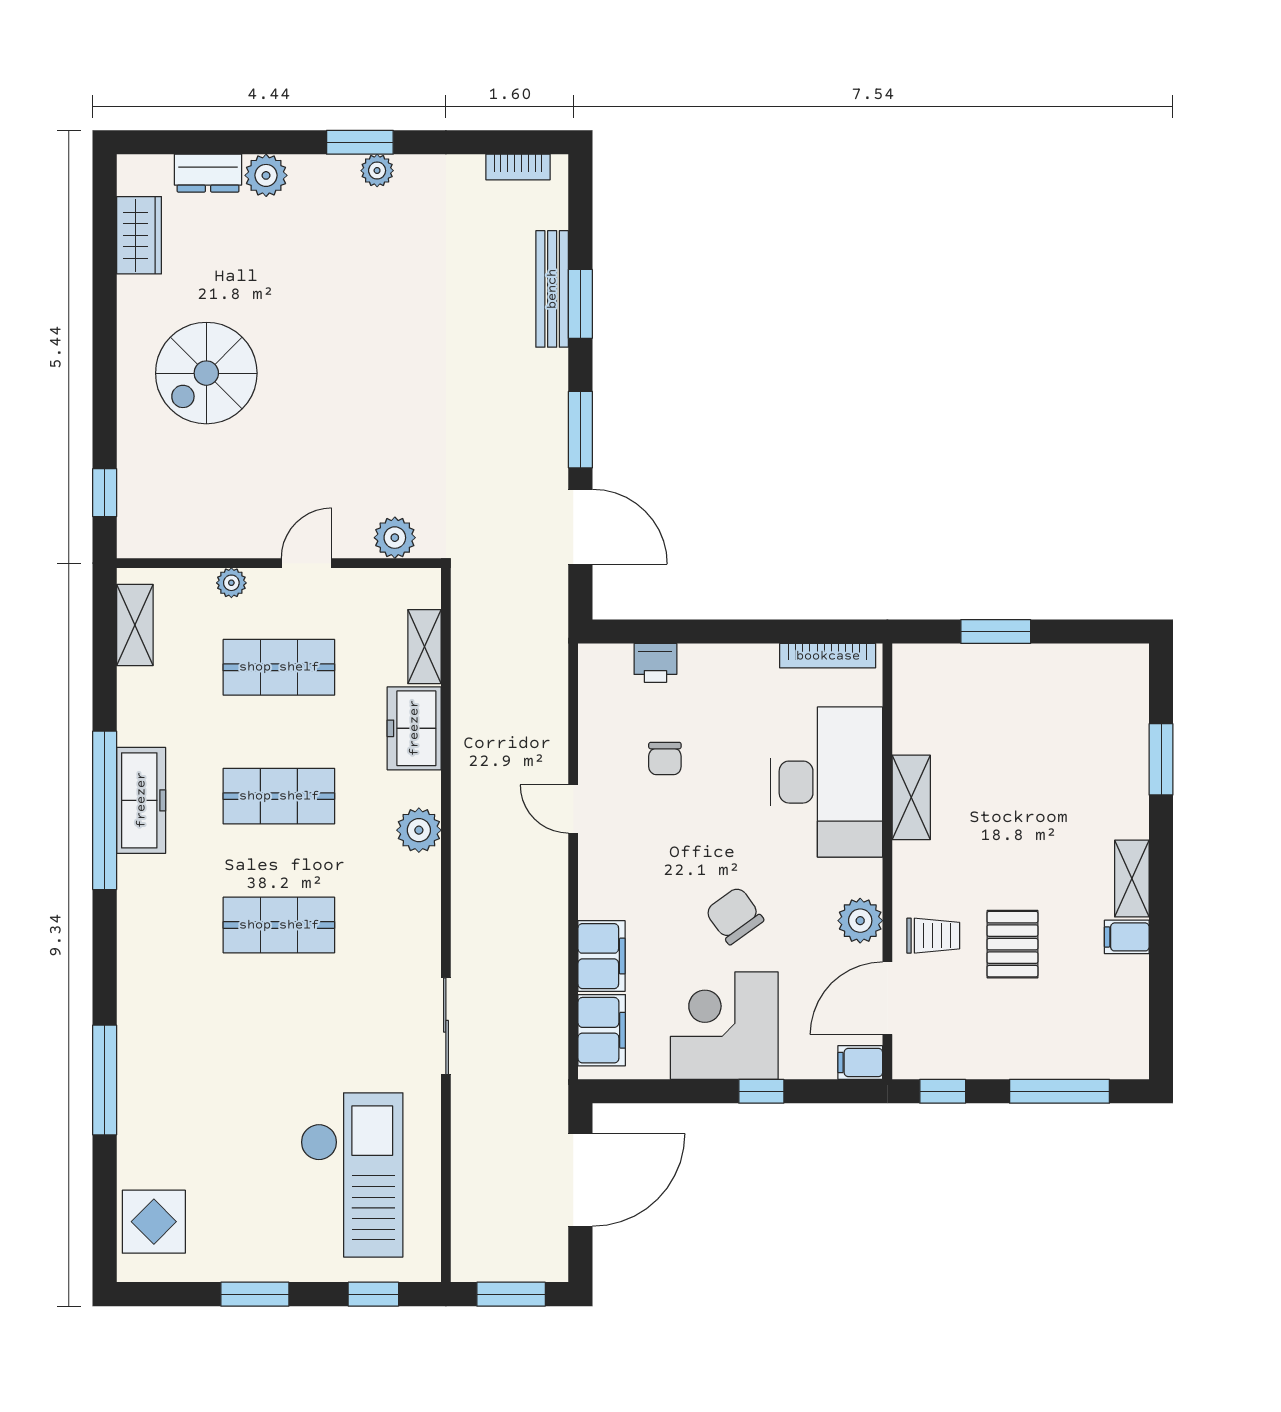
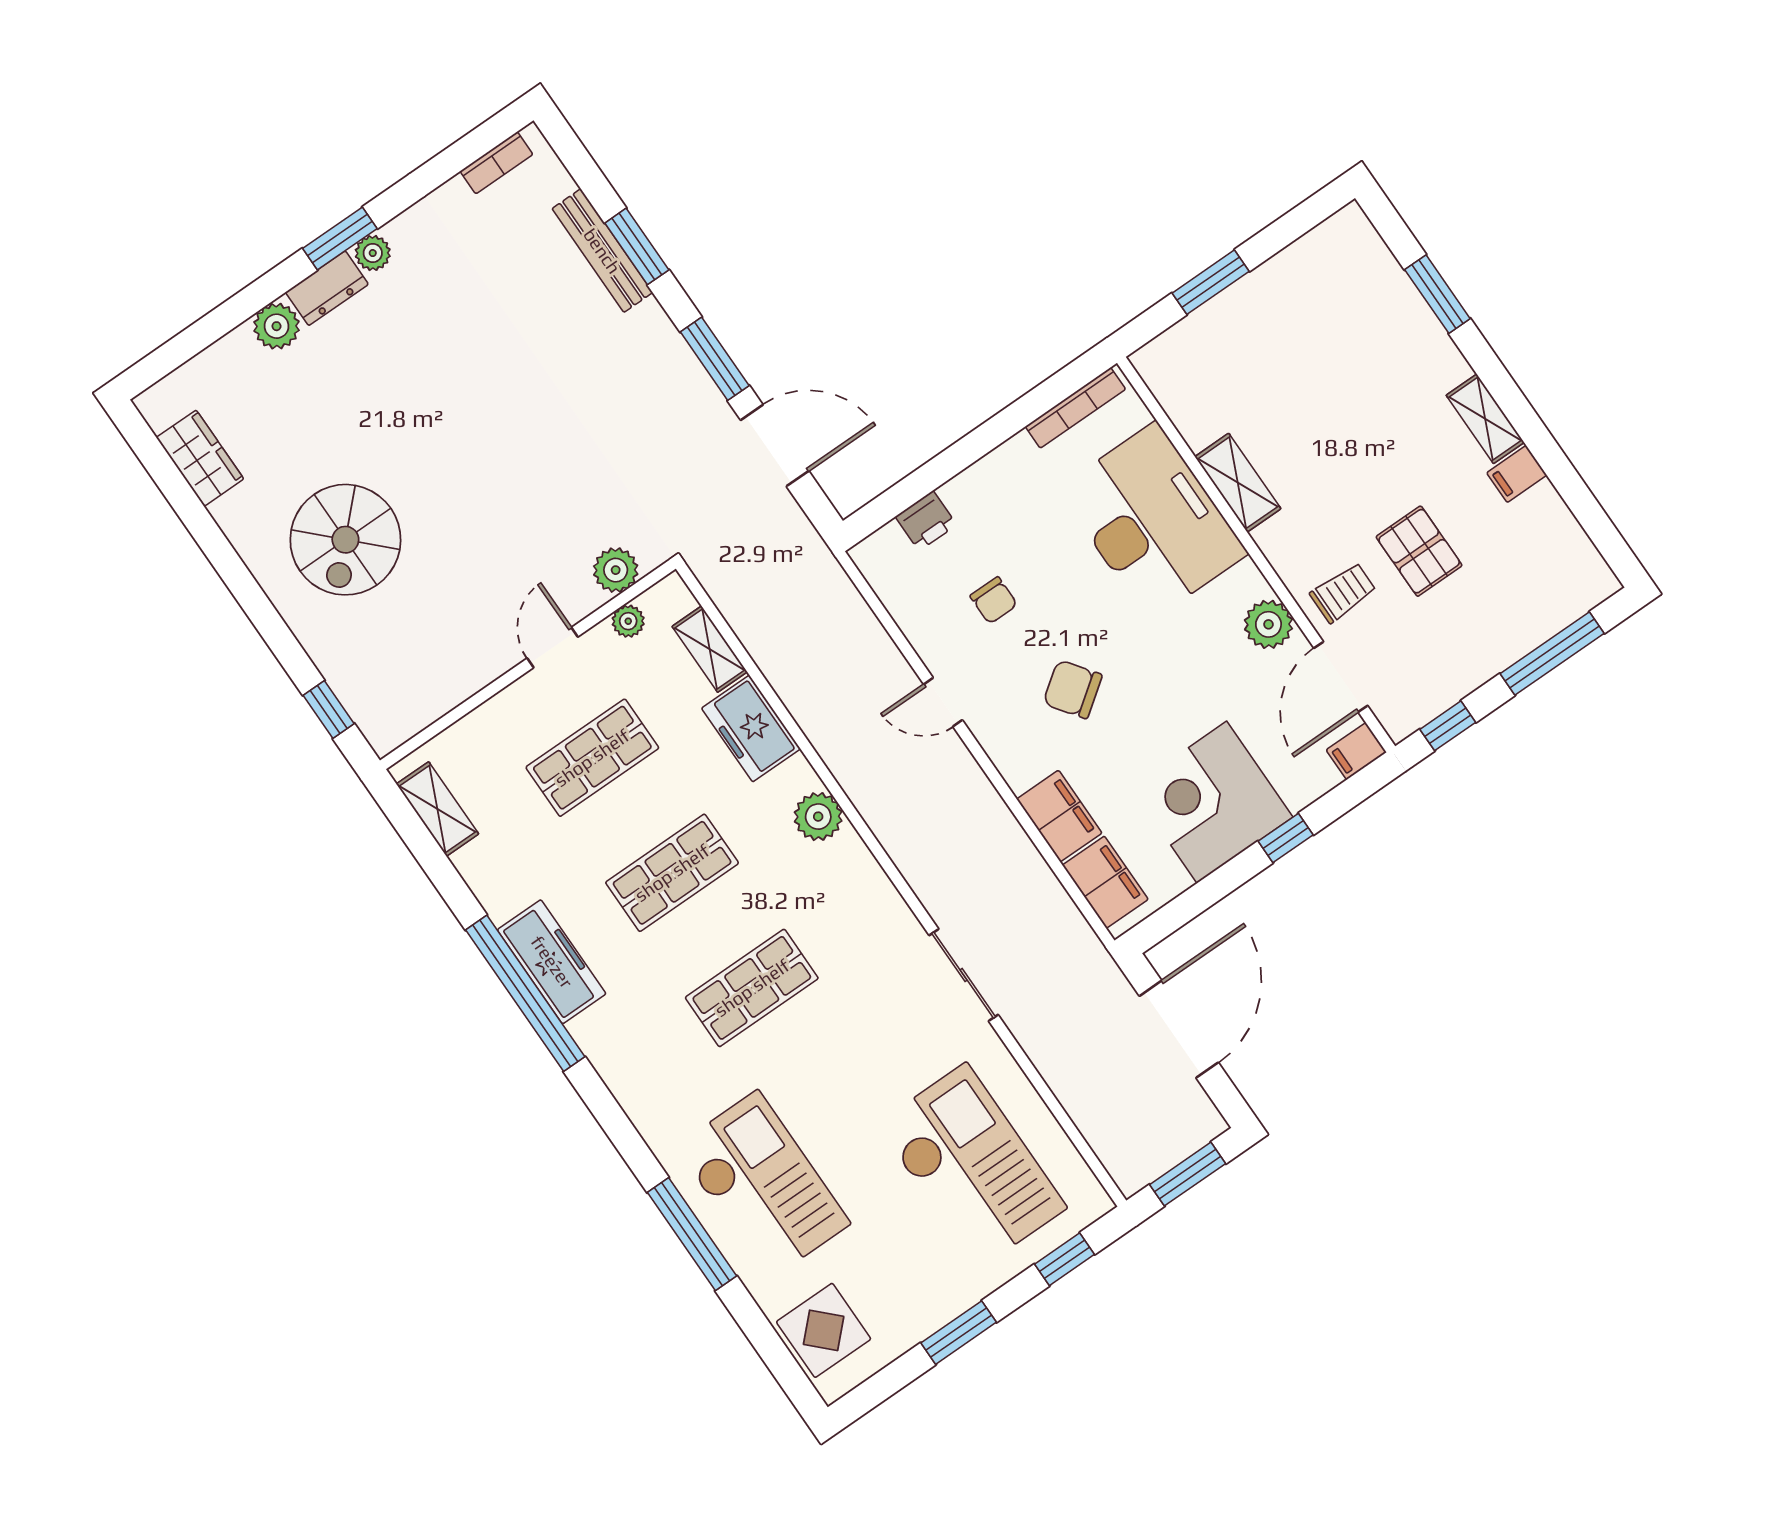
dresser: (208, 173) -> (327, 288), moved
plant: (231, 583) -> (628, 621), moved
chair: (734, 916) -> (1073, 689), moved
checkout: (184, 1080) -> (763, 1185), added

